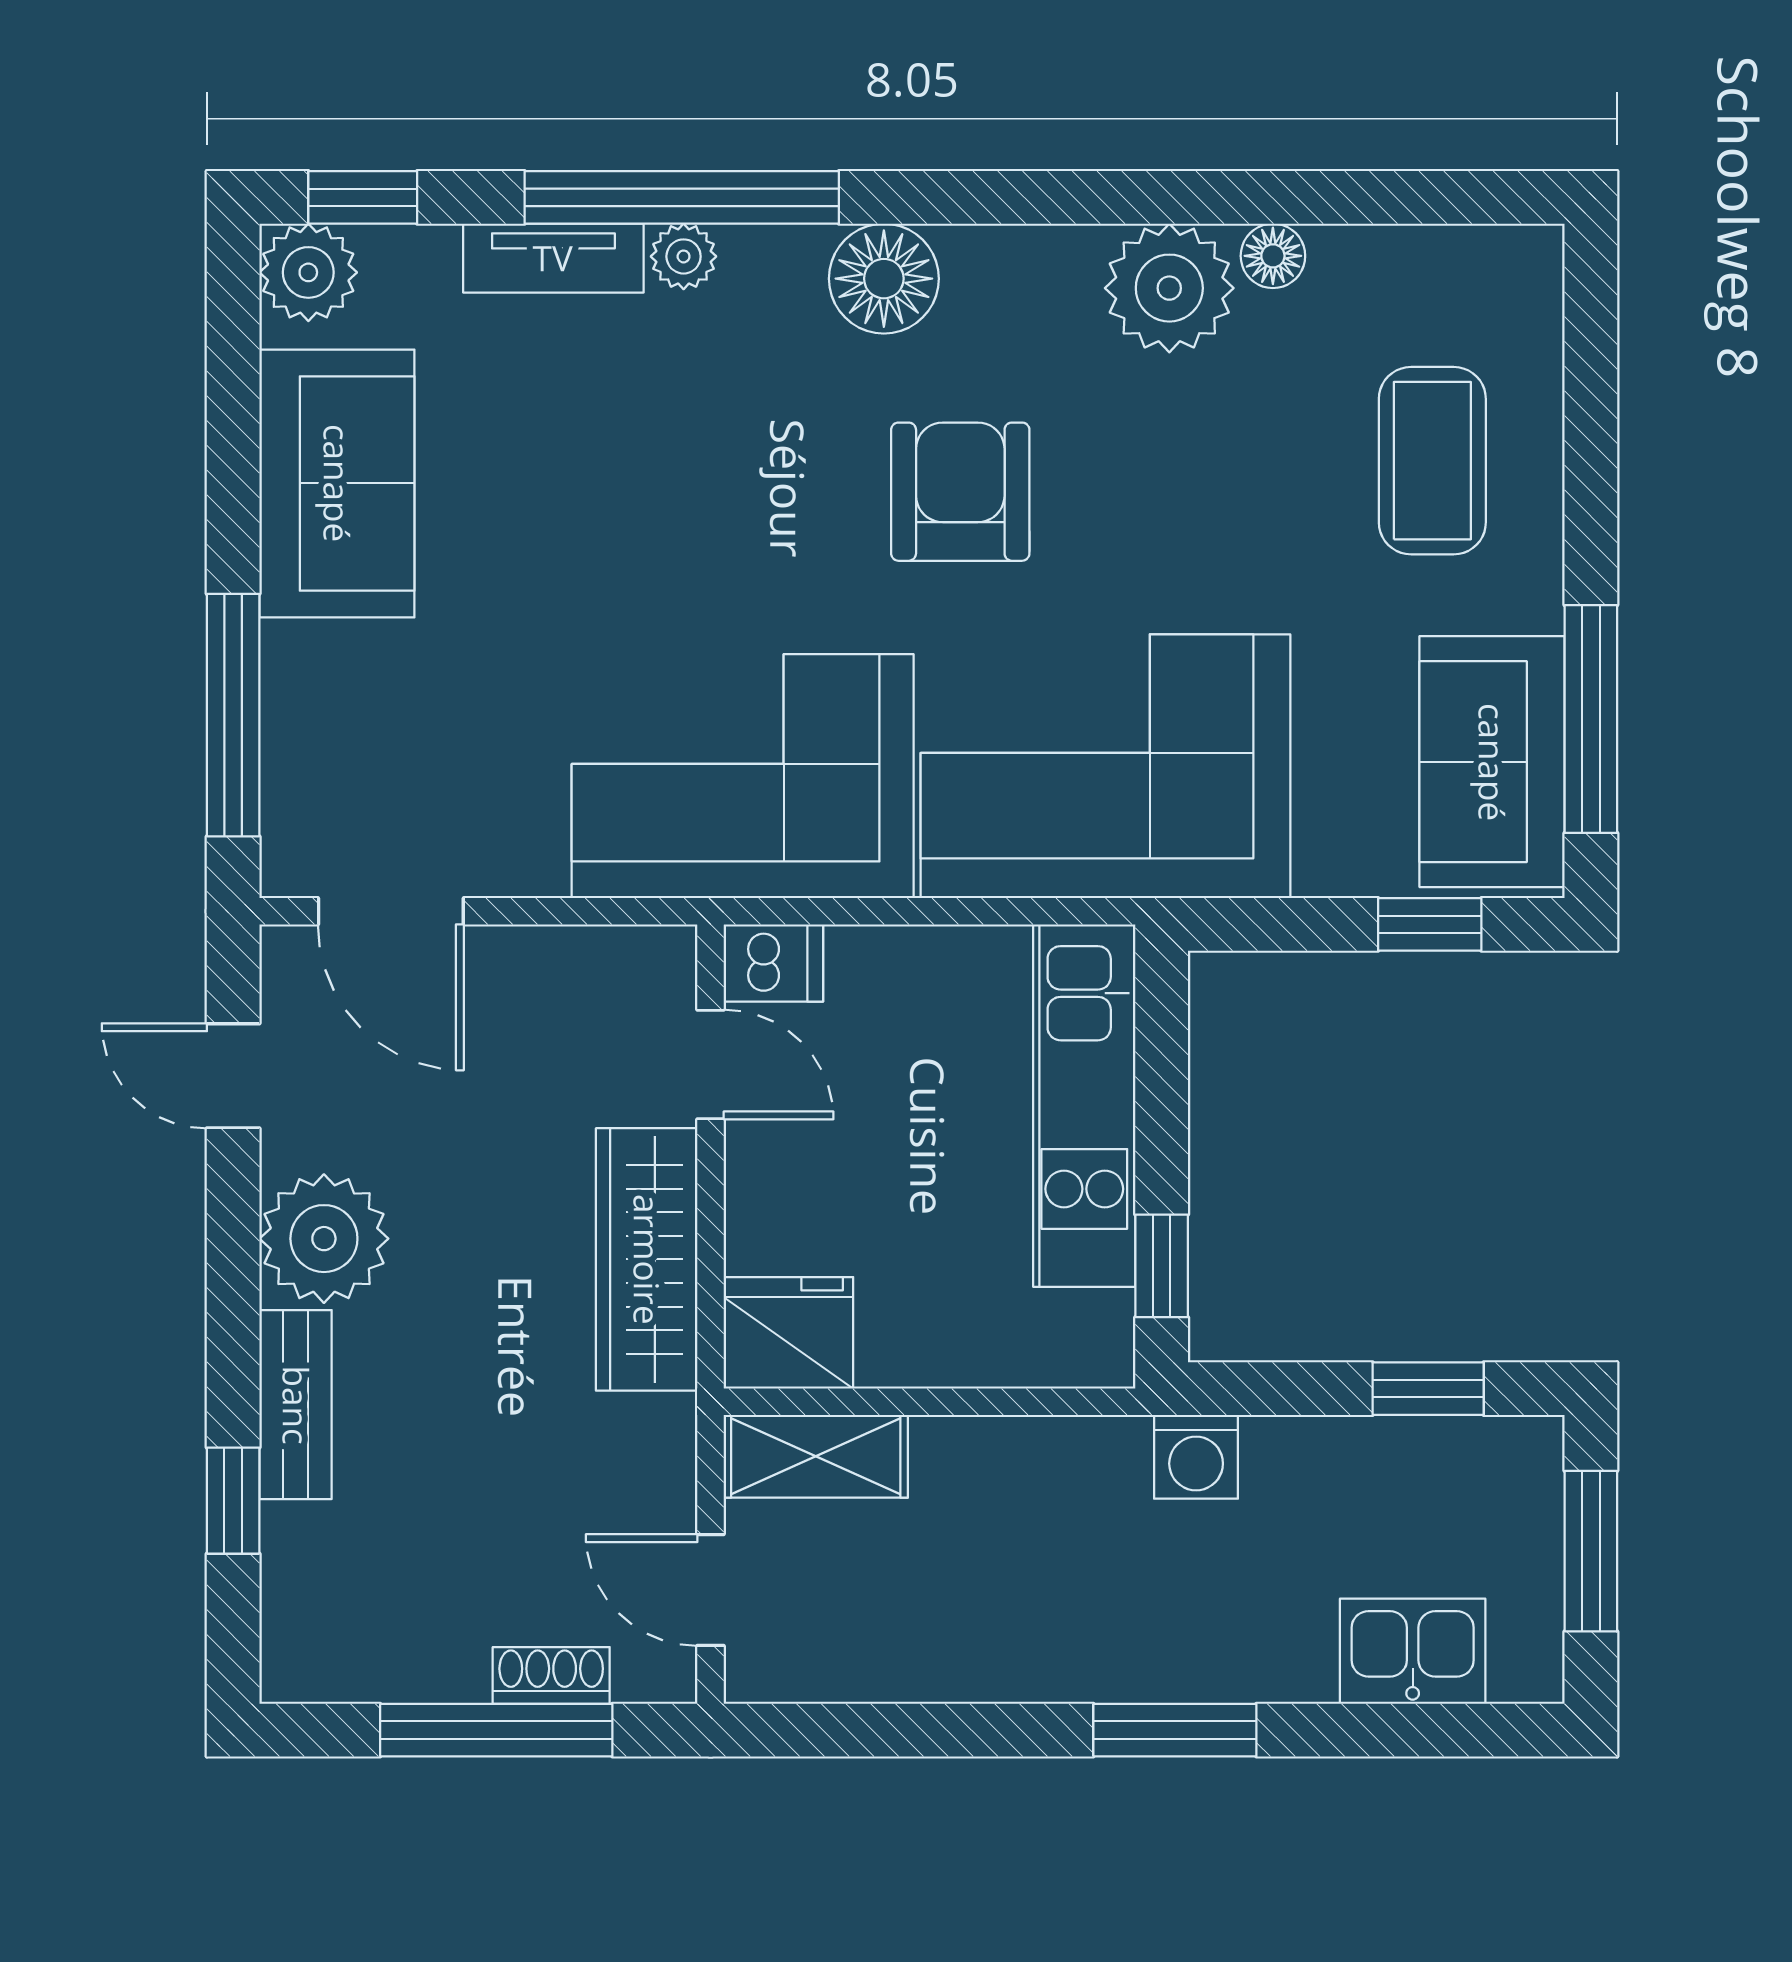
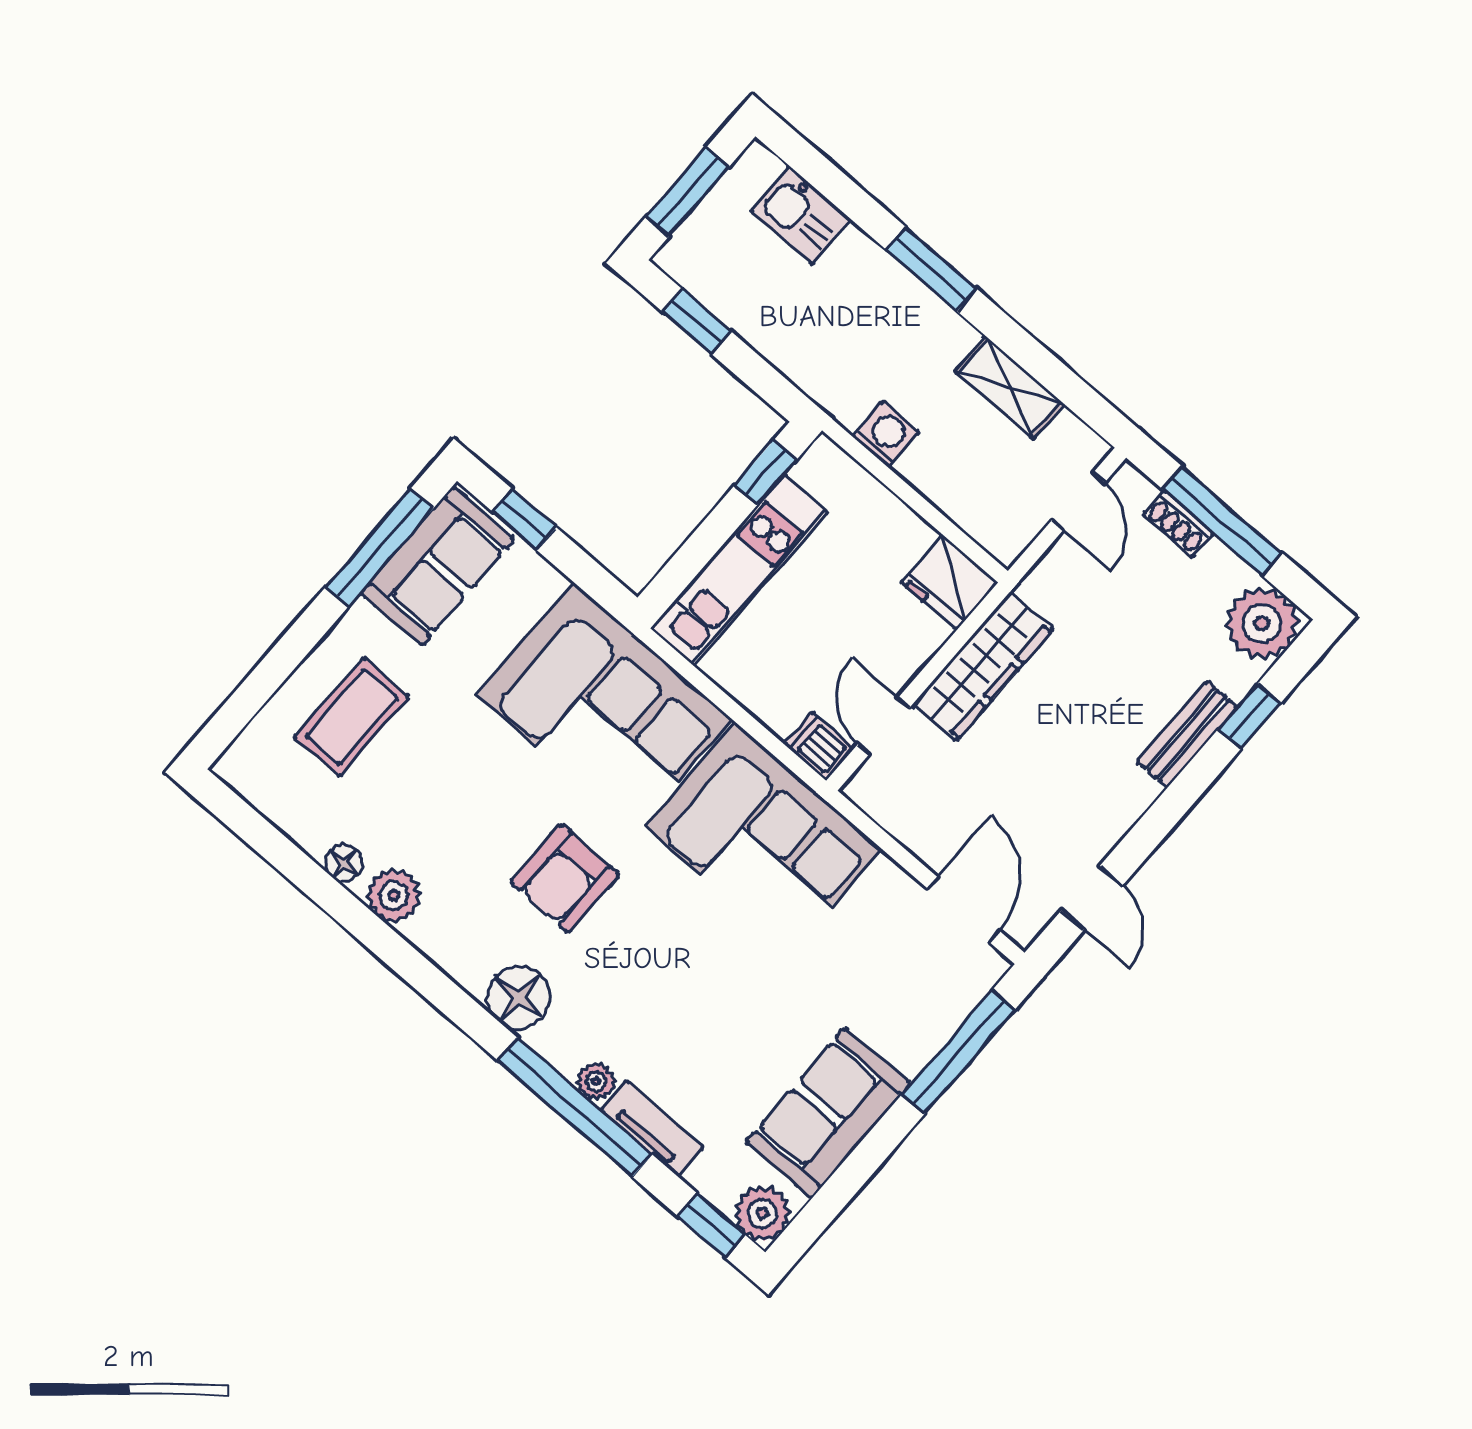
plant: (1169, 288) -> (394, 895), width x0.73, depth x0.73
plant: (324, 1239) -> (1262, 623), moved
shelving: (816, 1456) -> (1009, 387), moved
washing machine: (1196, 1457) -> (886, 434), moved

